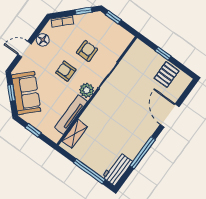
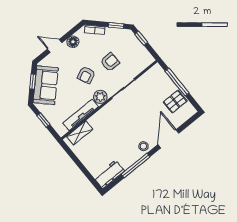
window: (163, 53) -> (177, 82), width x2.17
armchair: (66, 71) -> (86, 75), turned -115
stool: (146, 130) -> (143, 146), added
window: (89, 171) -> (84, 170), removed

